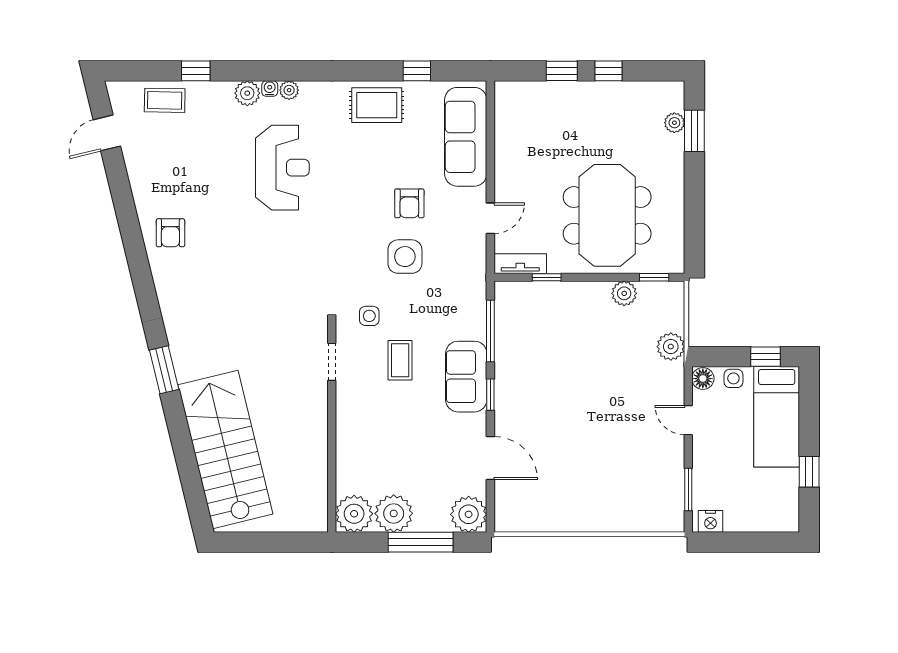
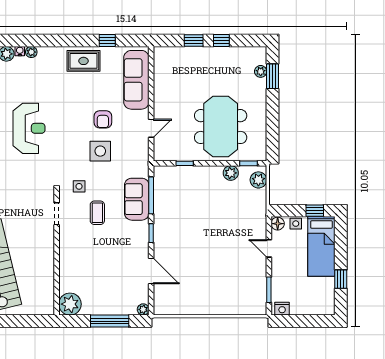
reception desk: (282, 168) -> (29, 128), moved
tv unit: (520, 264) -> (169, 155), removed
plant: (671, 347) -> (258, 180), moved
sofa: (466, 377) -> (137, 199), moved
plant: (394, 513) -> (94, 304), removed
plant: (469, 514) -> (143, 309), width x0.53, depth x0.53

